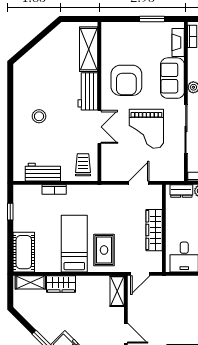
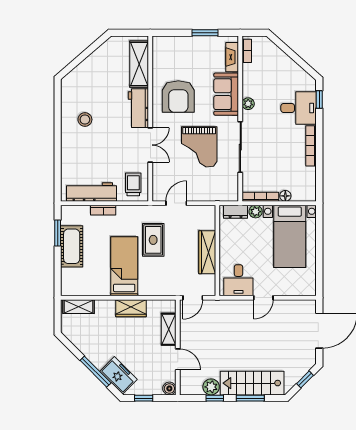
stool: (39, 116) -> (85, 120), moved
workbench: (43, 172) -> (92, 192), width x1.38
door: (139, 183) -> (176, 203), moved
window: (10, 212) -> (58, 233), width x1.50
rug: (104, 250) -> (153, 240), moved
cot: (24, 252) -> (72, 246), moved
wardrobe: (61, 284) -> (131, 308), moved
shelving: (117, 291) -> (169, 329), moved

